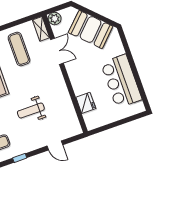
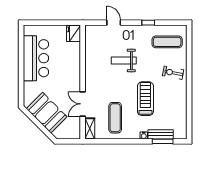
plant: (55, 19) -> (75, 133), removed
fridge: (86, 103) -> (74, 34), moved
weight bench: (31, 111) -> (124, 60), turned 180

